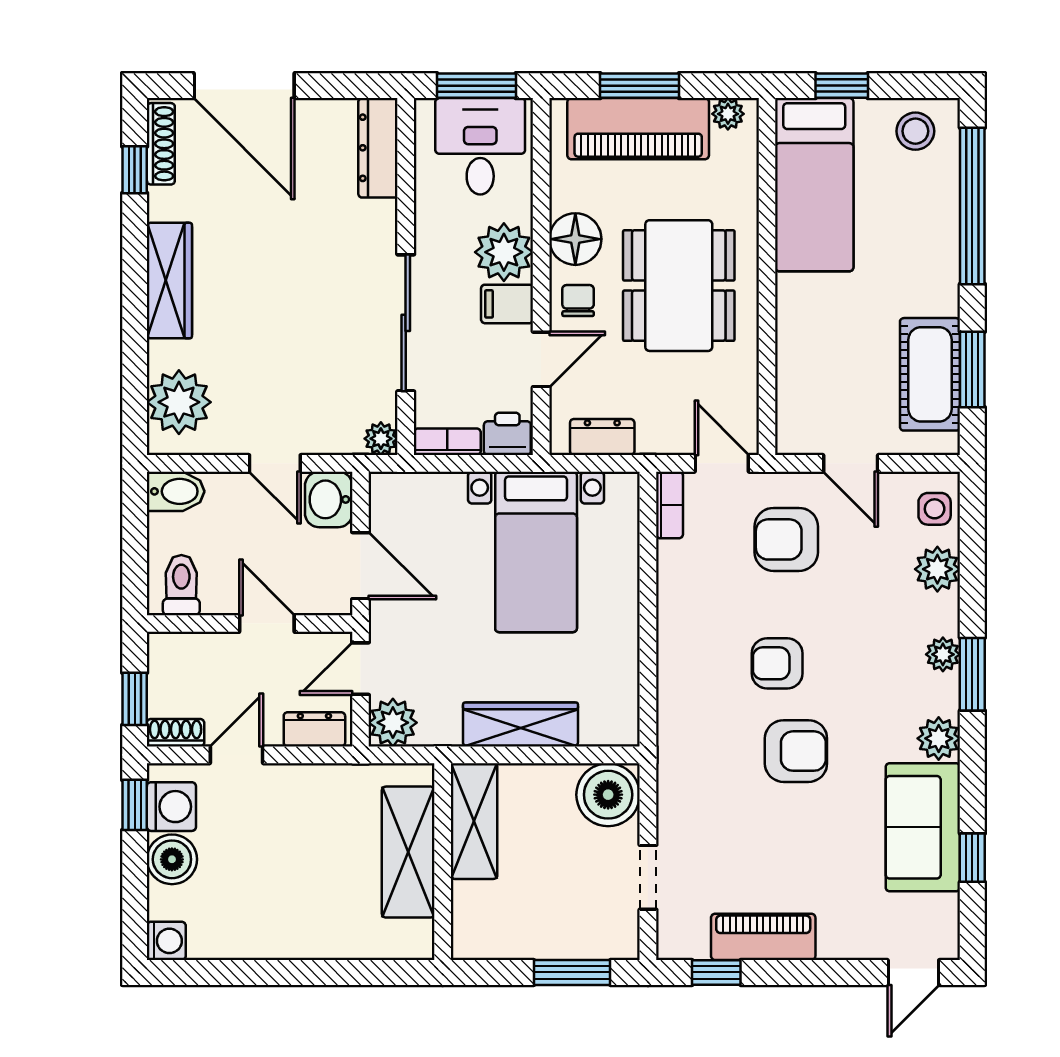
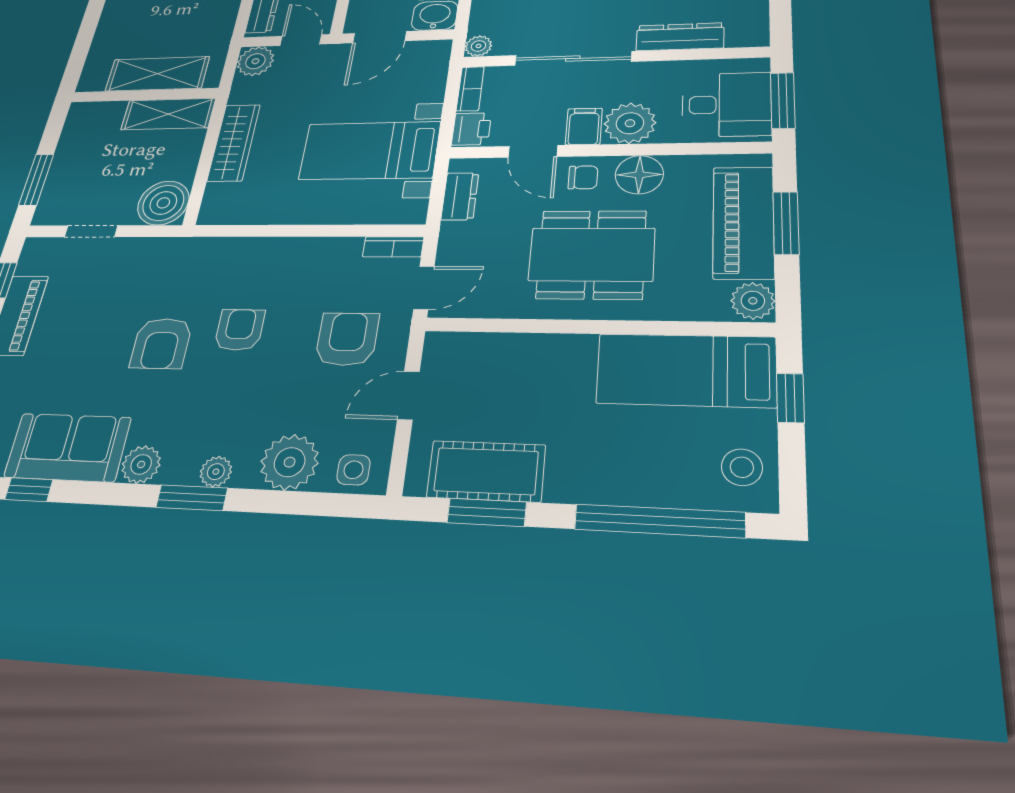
plant: (728, 114) -> (753, 301), width x1.38, depth x1.38
dresser: (378, 148) -> (680, 37), moved
plant: (937, 569) -> (290, 462), width x1.36, depth x1.36

